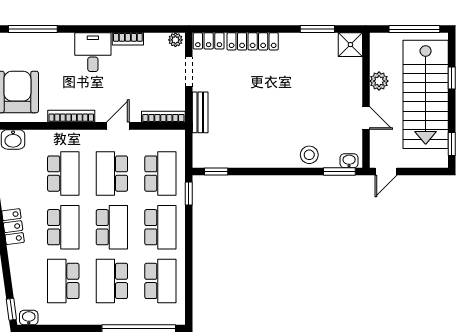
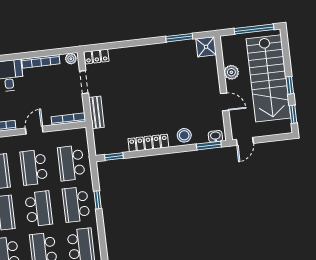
bookcase: (128, 39) -> (41, 61), width x1.56
locker: (253, 41) -> (148, 143), moved, turned 180
window: (452, 78) -> (290, 85), moved
school desk: (160, 174) -> (71, 163), turned 180
window: (189, 194) -> (98, 200), moved
school desk: (160, 227) -> (76, 204), turned 180

